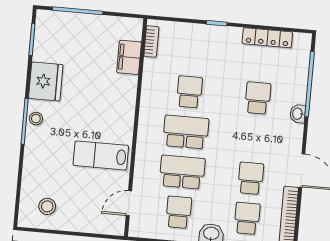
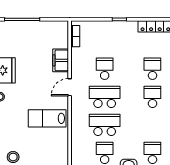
filing cabinet: (129, 57) -> (61, 60), moved
school desk: (251, 178) -> (152, 97), moved
door: (129, 203) -> (70, 87), moved

